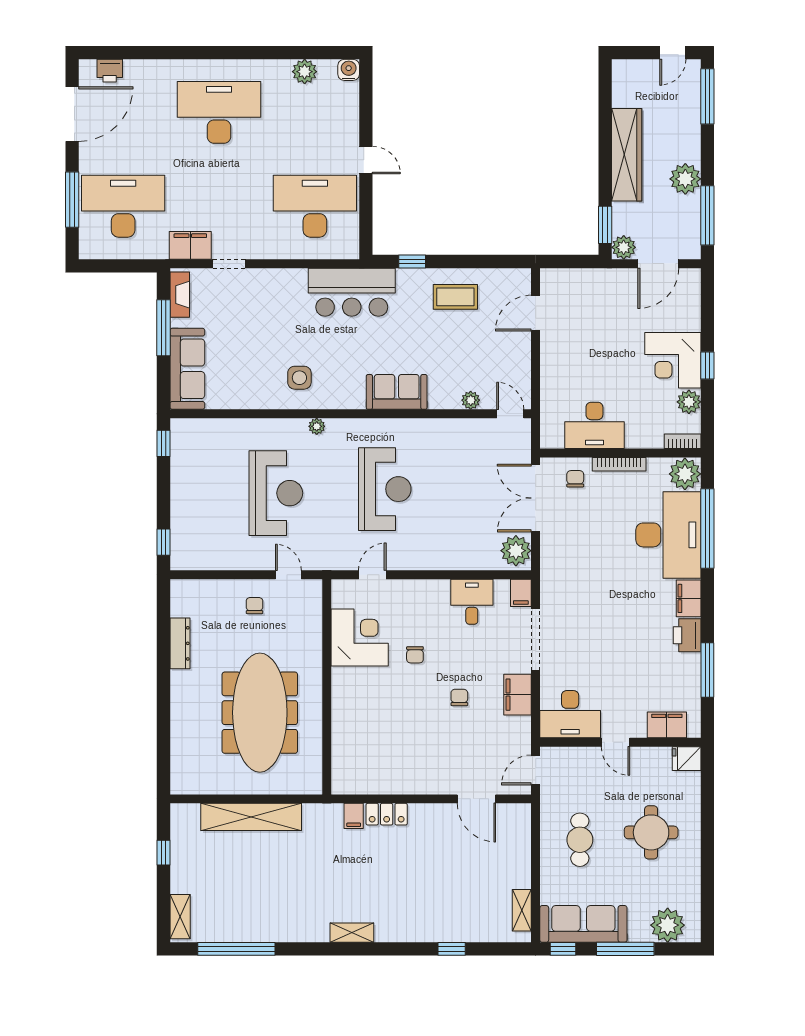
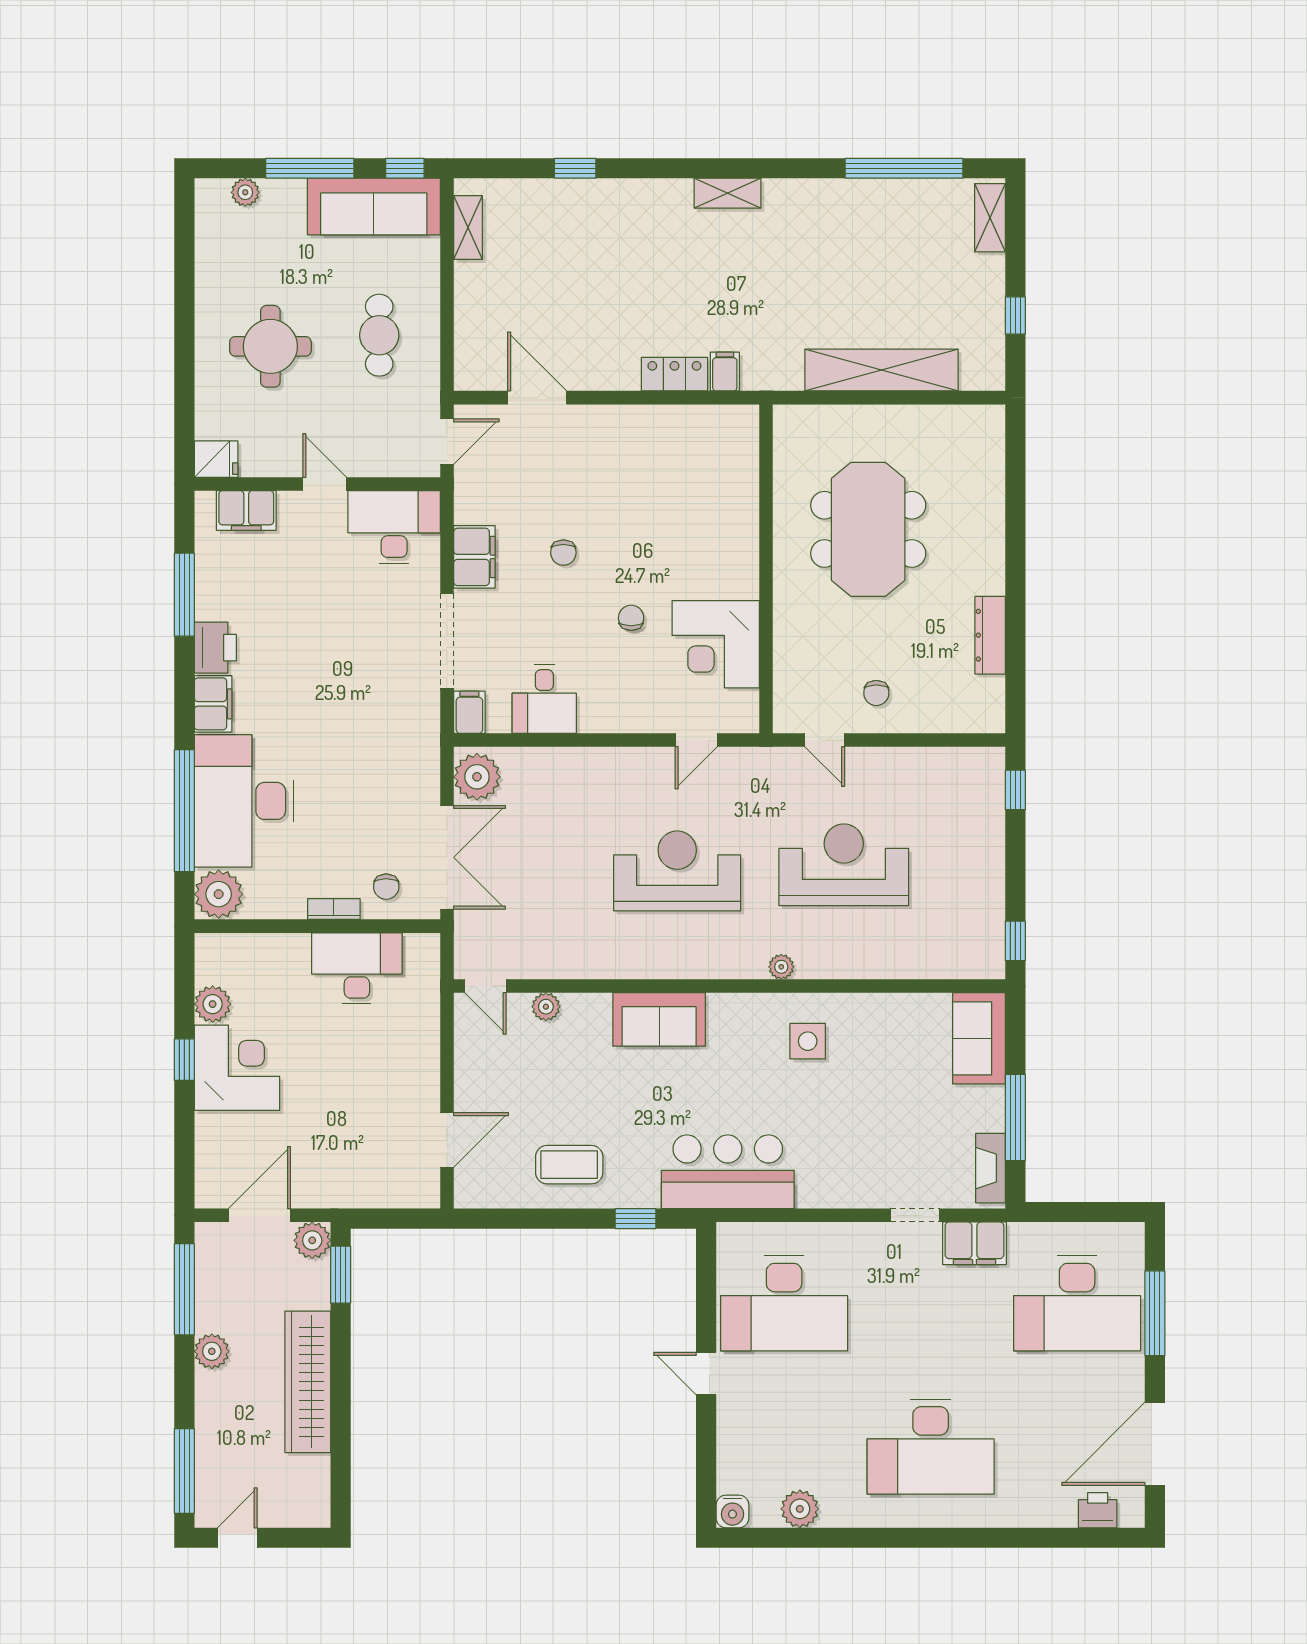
plant: (685, 179) -> (212, 1351), width x0.73, depth x0.73
sofa: (187, 369) -> (979, 1038), width x0.73
bookcase: (683, 441) -> (222, 944), removed
bookcase: (619, 464) -> (334, 909), width x0.64
reception desk: (385, 489) -> (677, 871), turned 90
reception desk: (276, 493) -> (844, 865), turned 90
meeting table: (260, 713) -> (868, 529), width x0.73
plant: (668, 925) -> (245, 192), width x0.53, depth x0.53

